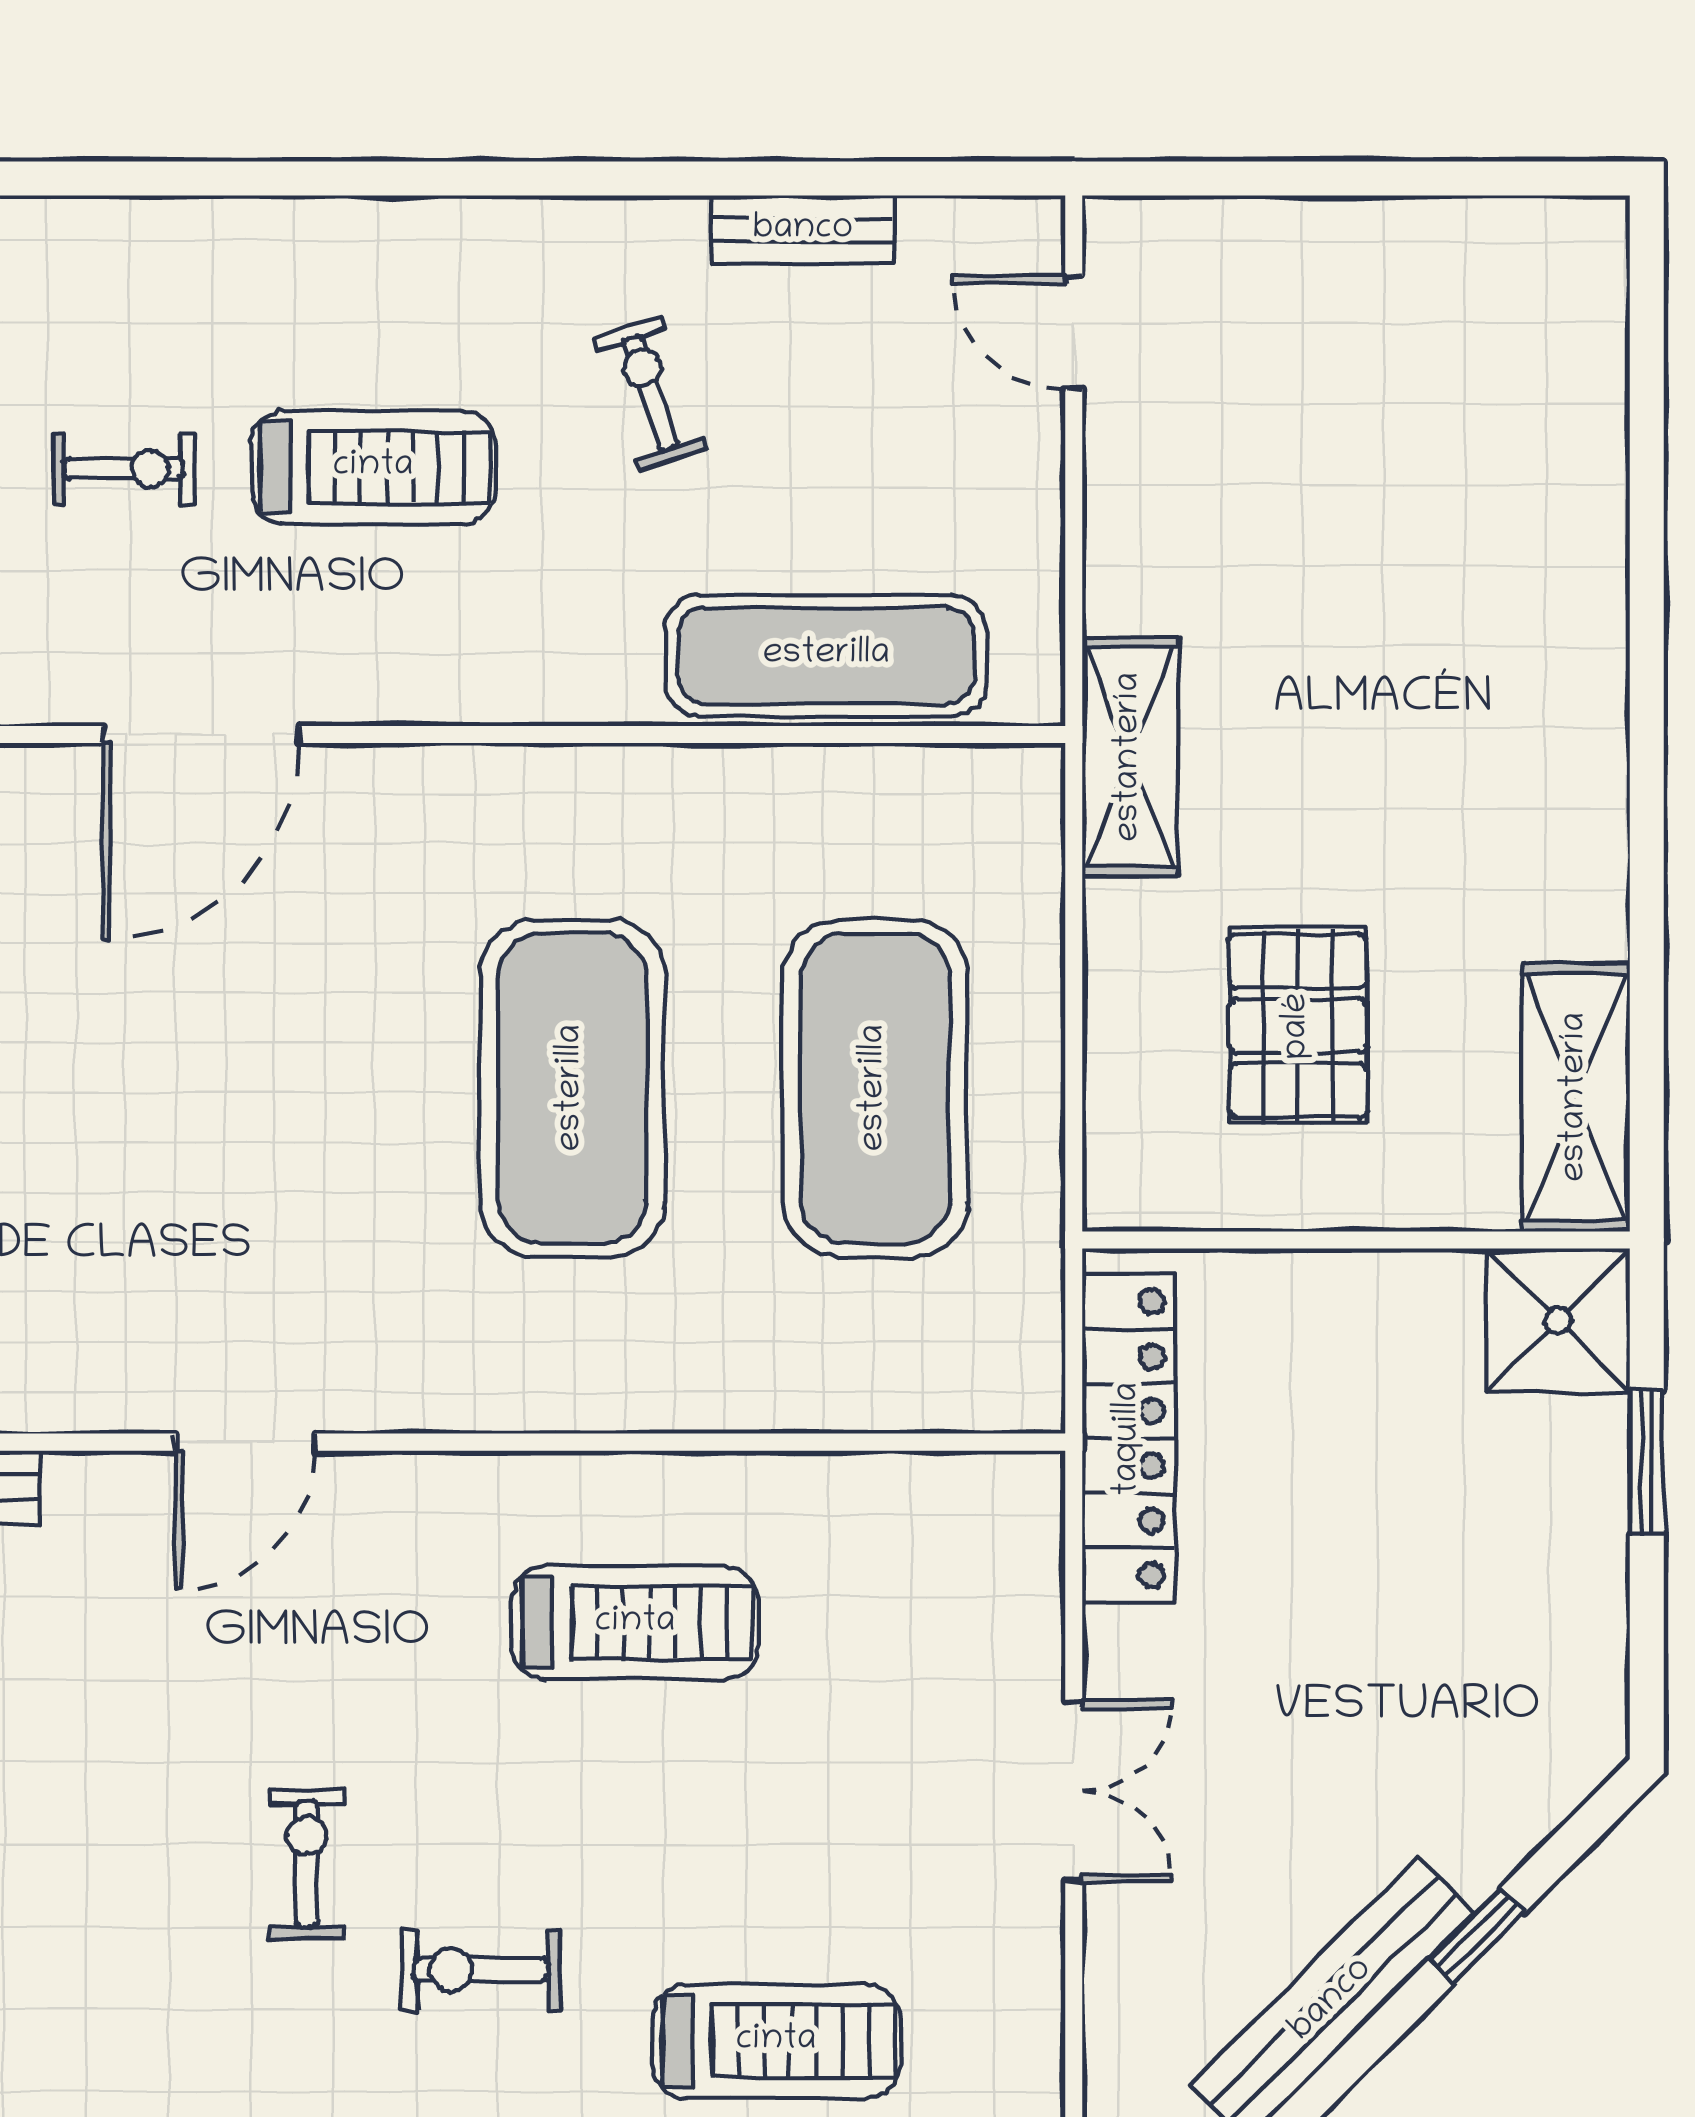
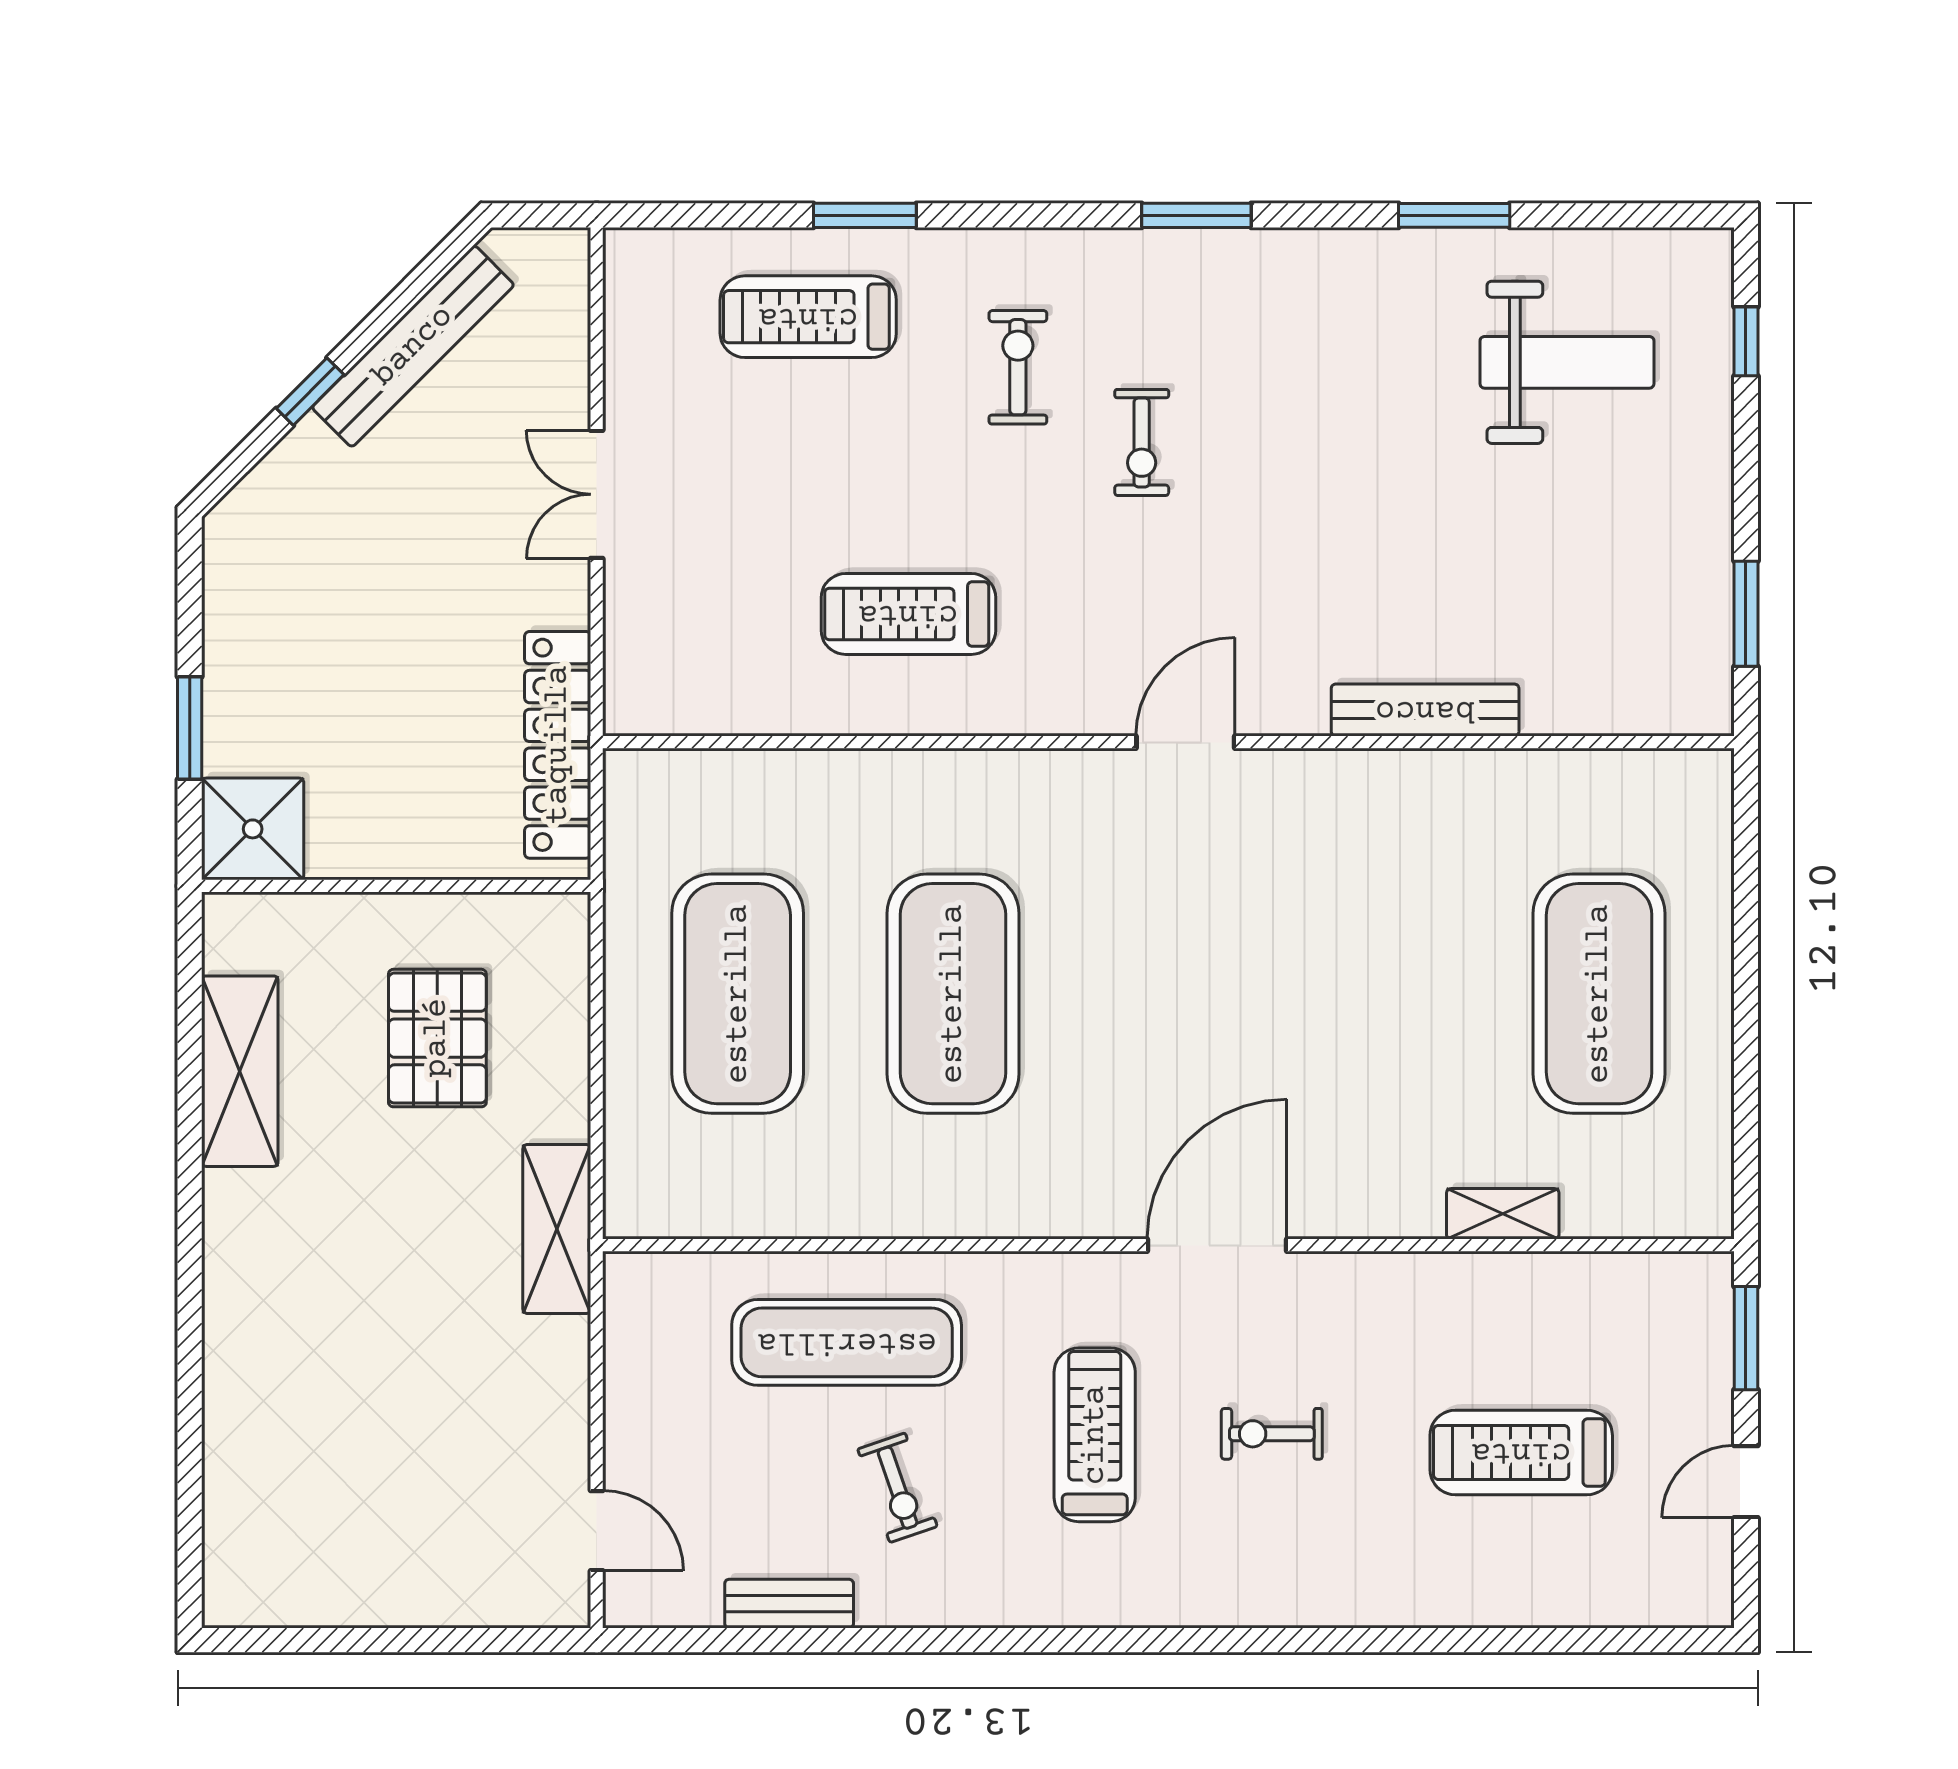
treadmill: (373, 467) -> (1095, 1435), turned 90
exercise mat: (826, 655) -> (847, 1342), moved
shelving: (1576, 1097) -> (240, 1071), moved
exercise bike: (481, 1970) -> (1018, 367), turned -90

